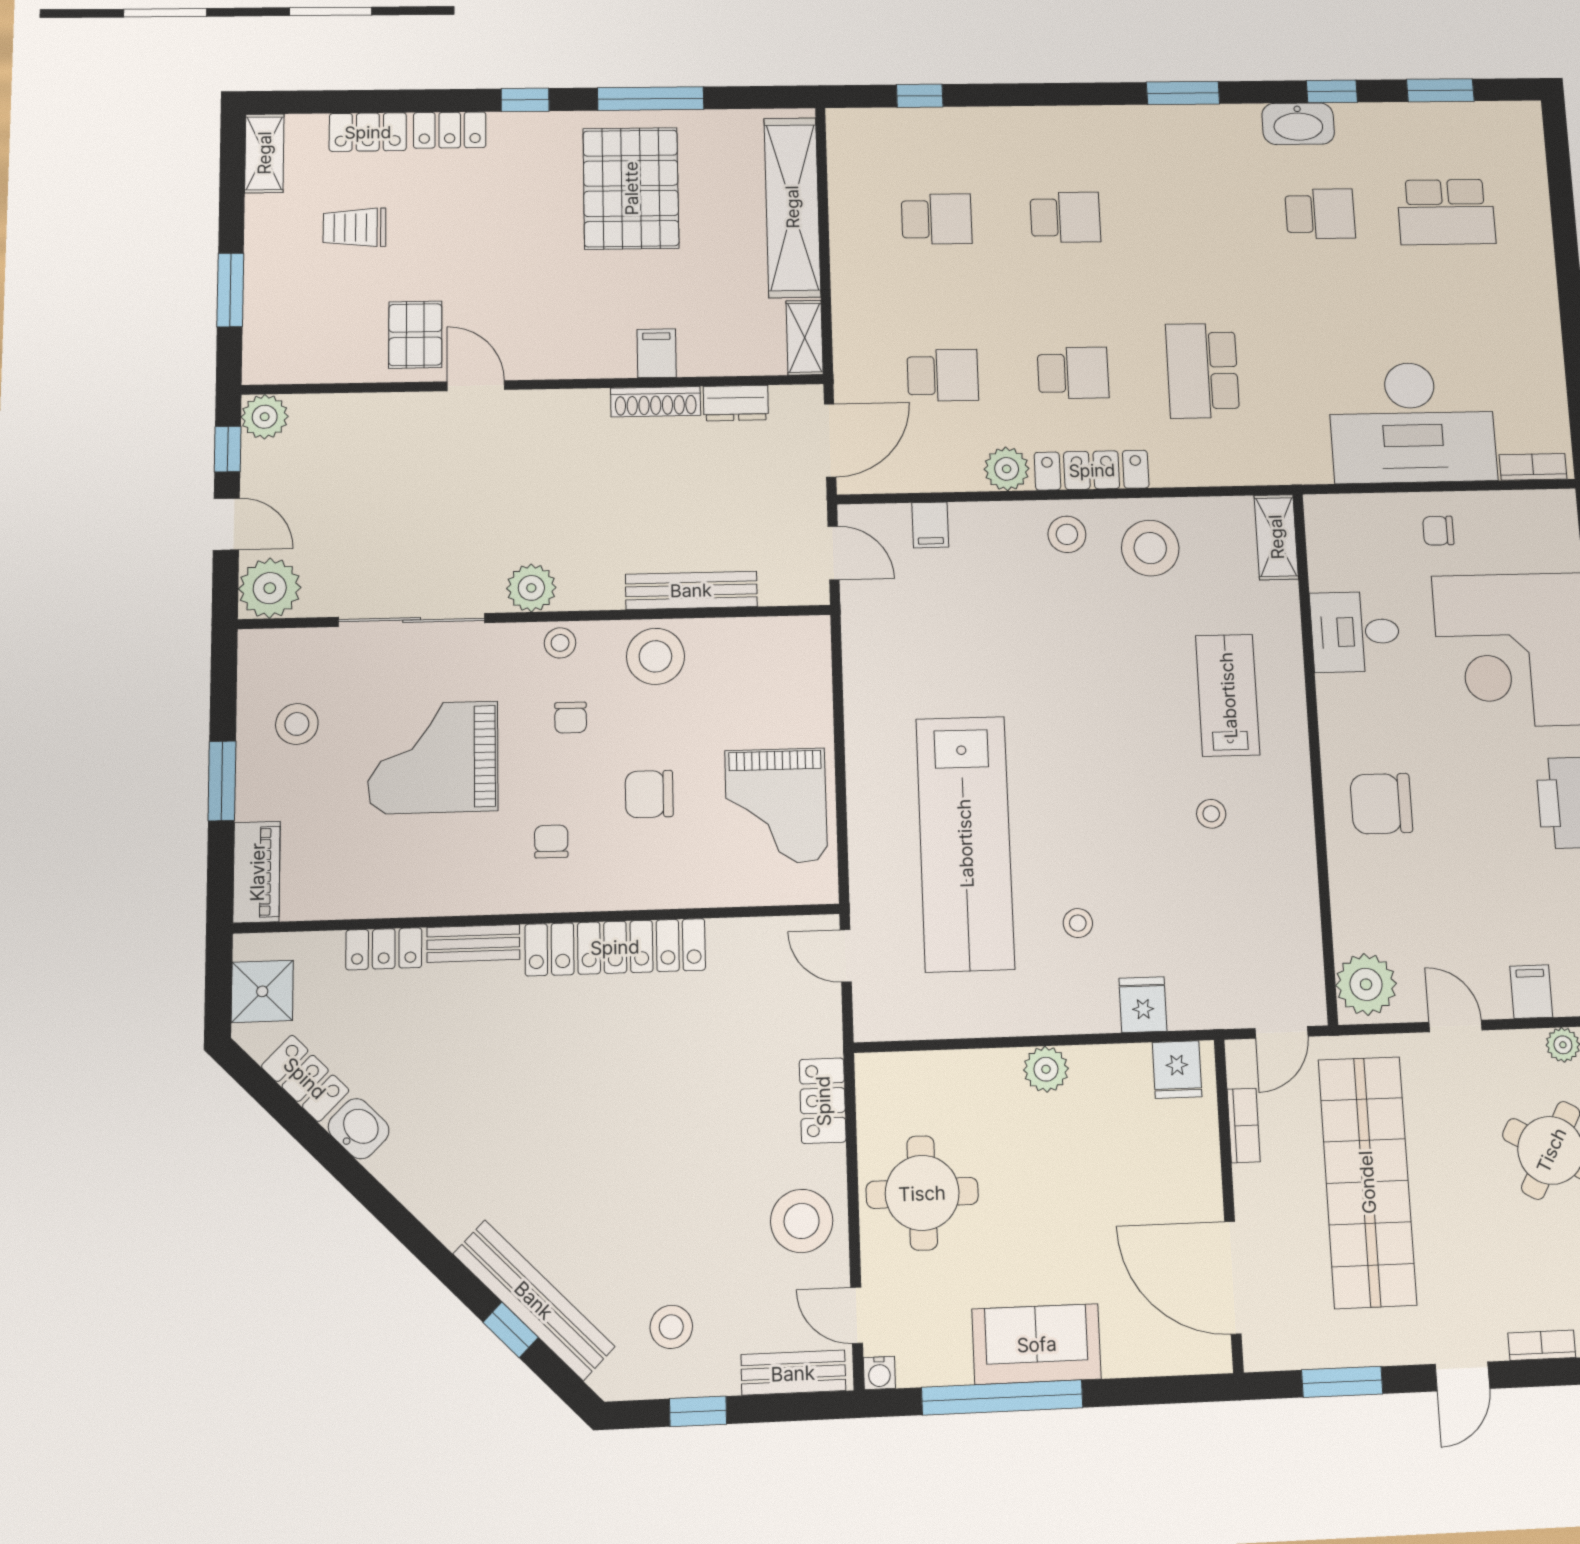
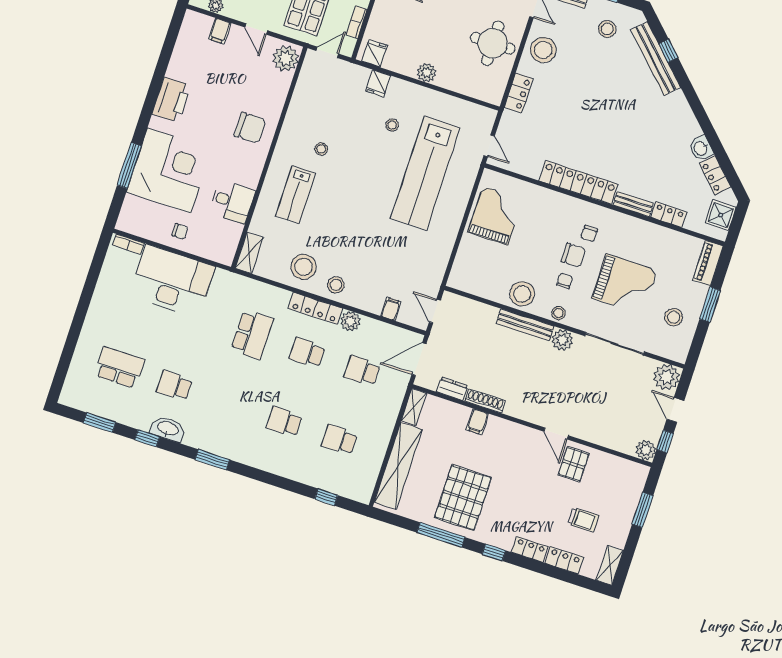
bench: (691, 590) -> (525, 325), moved
chair: (649, 794) -> (573, 255), moved
lab bench: (965, 843) -> (425, 173), turned 180

